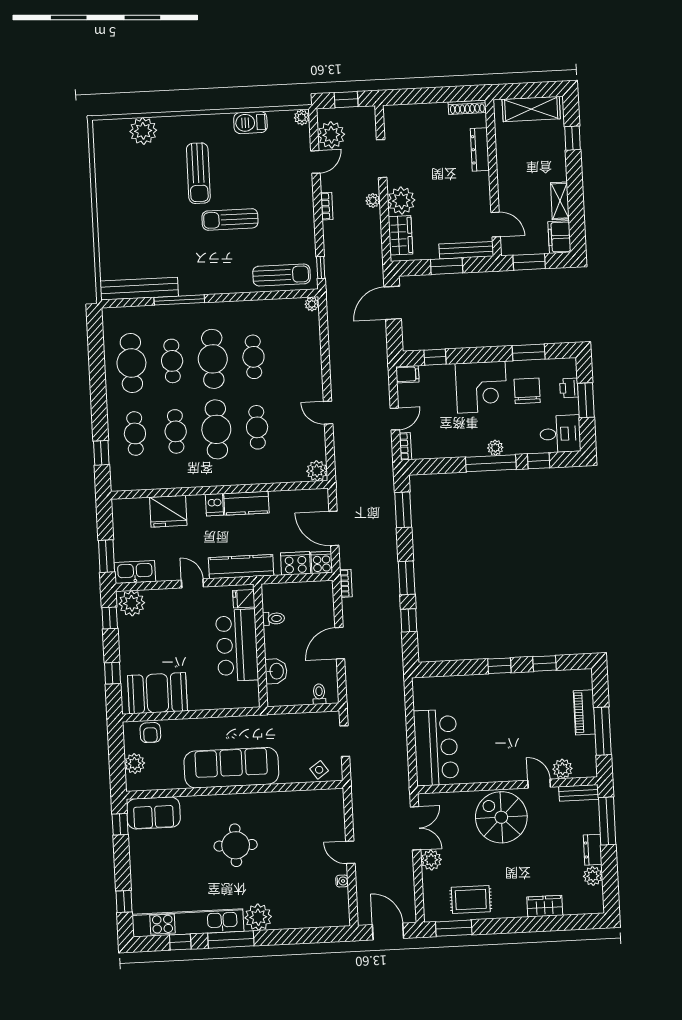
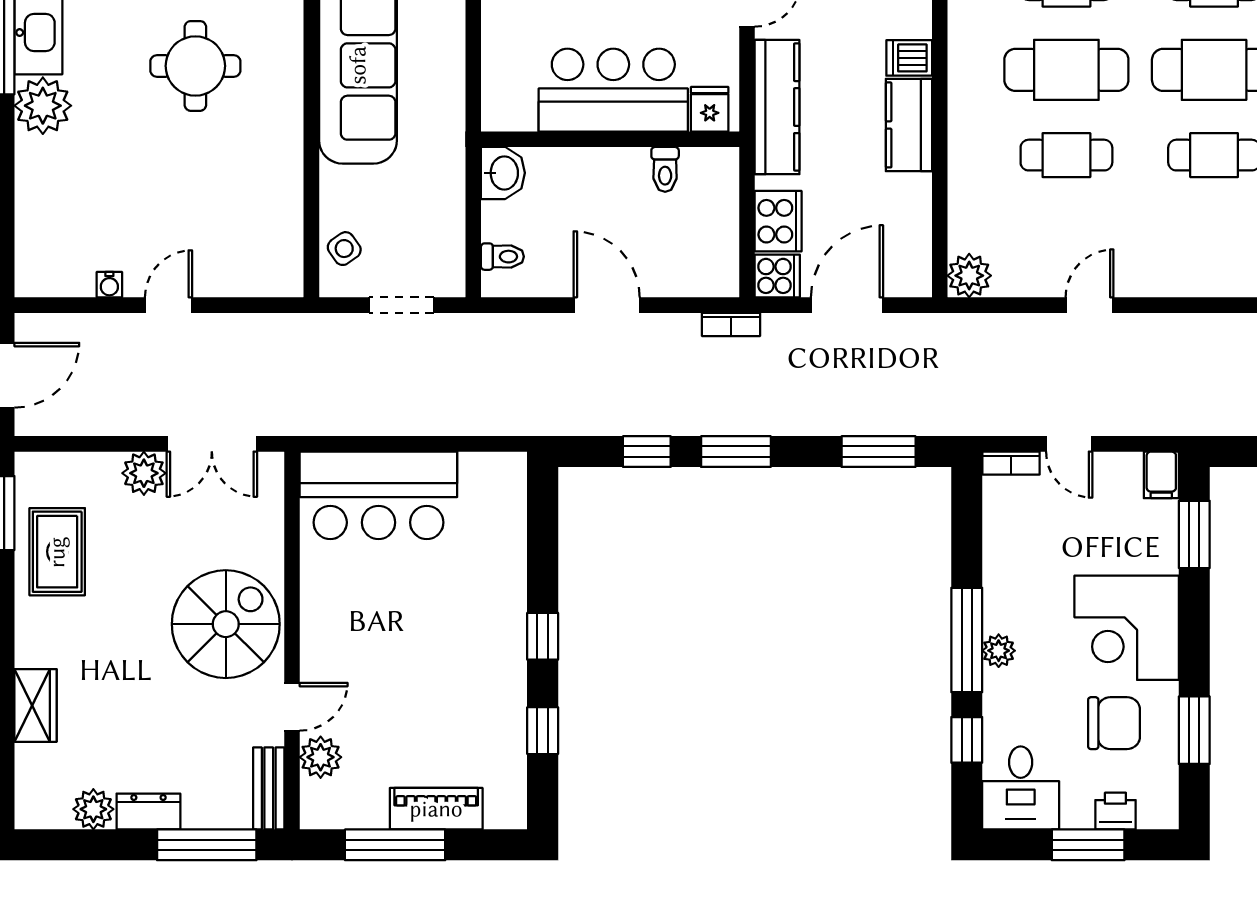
window: (435, 357) -> (1194, 534), width x1.50
washbasin: (276, 671) -> (503, 173), moved, turned -90

